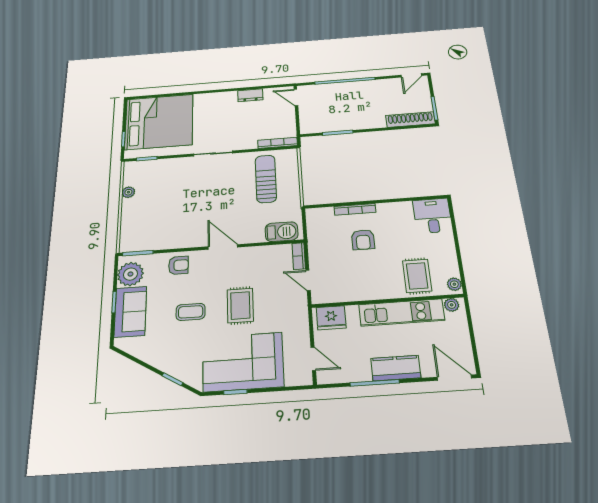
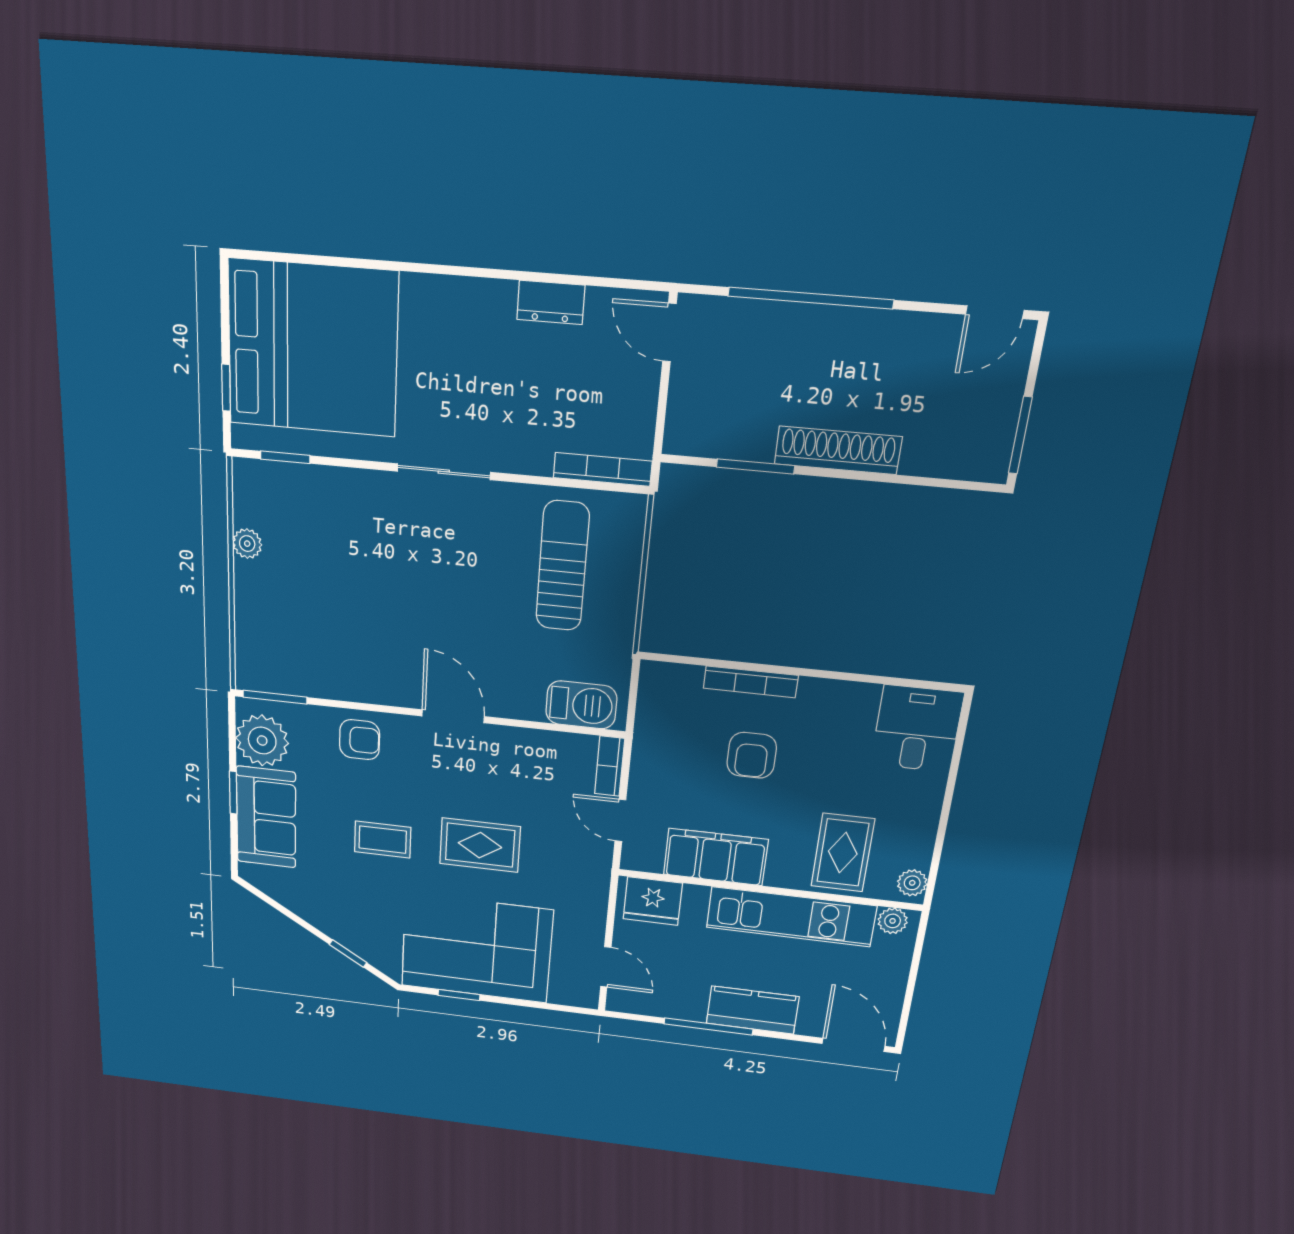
shoe rack: (410, 120) -> (838, 450), moved
filing cabinet: (357, 289) -> (716, 857), added
rug: (240, 305) -> (480, 845), turned 90

